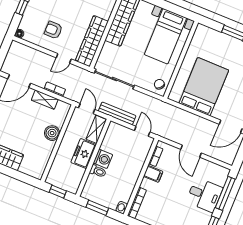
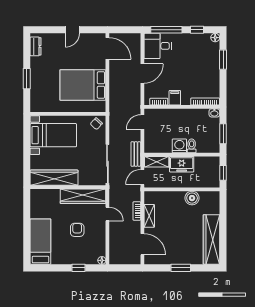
armchair: (53, 30) -> (77, 230), moved, turned 180
bench: (117, 113) -> (136, 154), width x0.73
boiler: (52, 133) -> (192, 198), moved
desk: (204, 195) -> (158, 46), moved, turned -90

